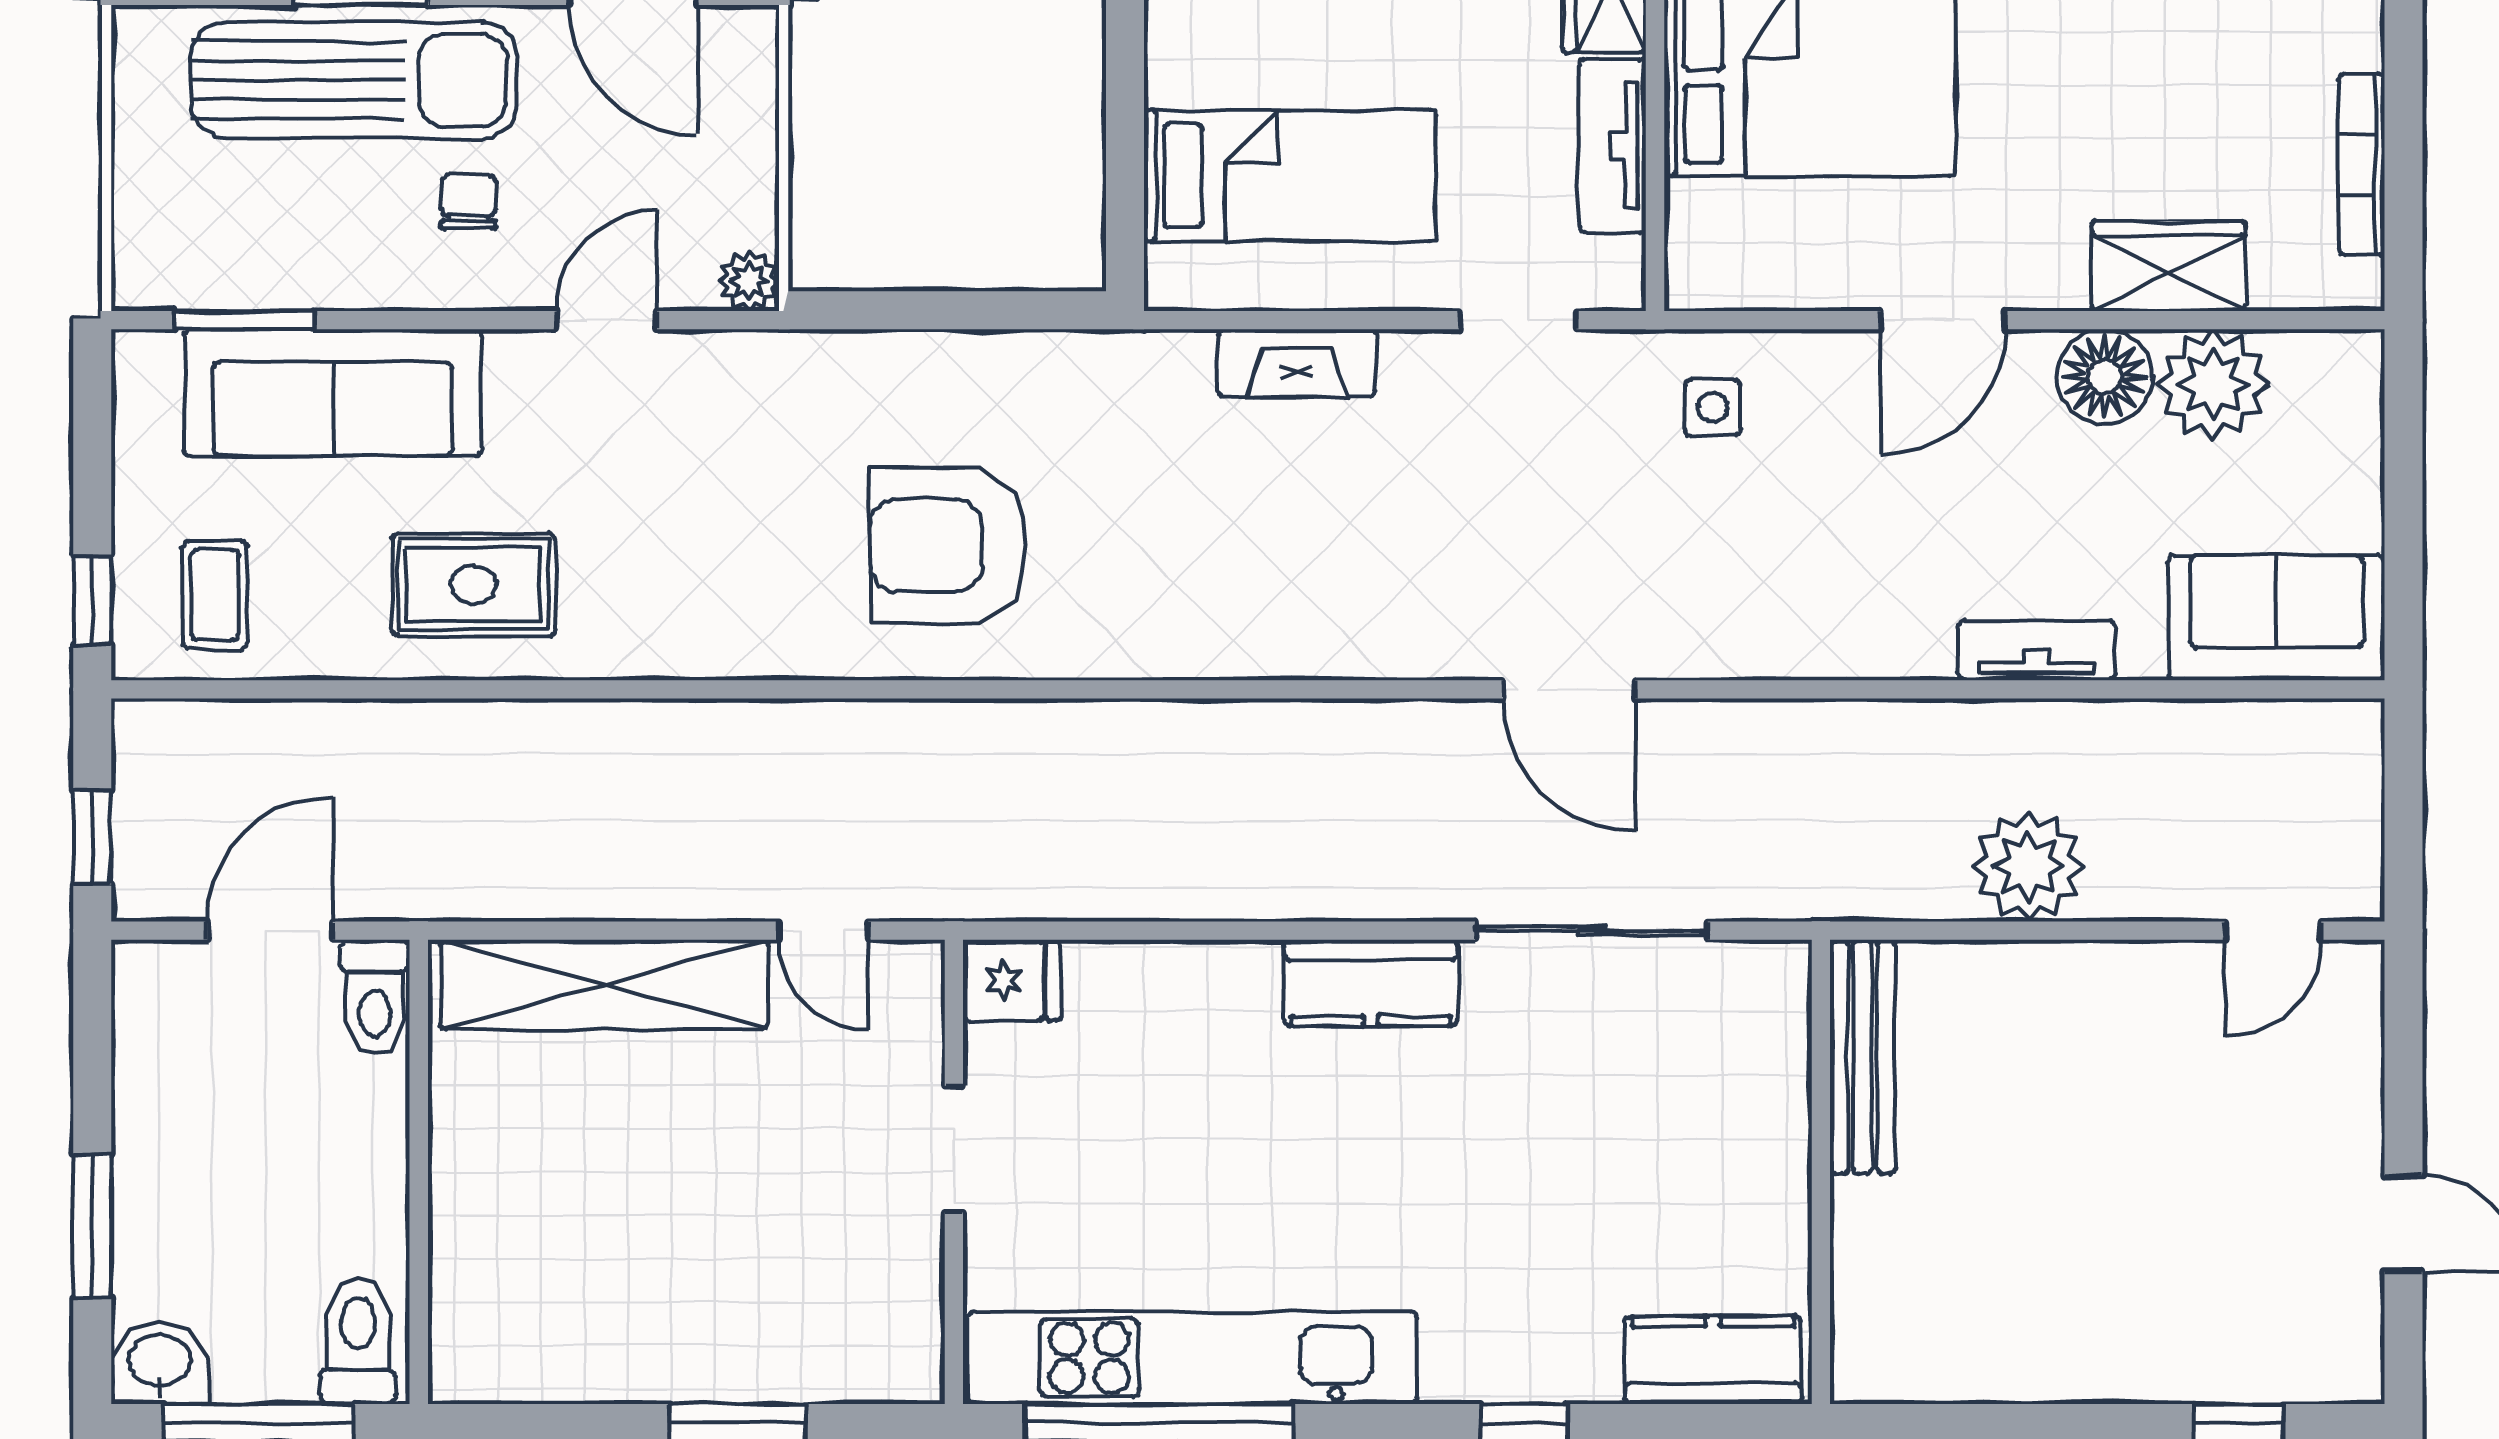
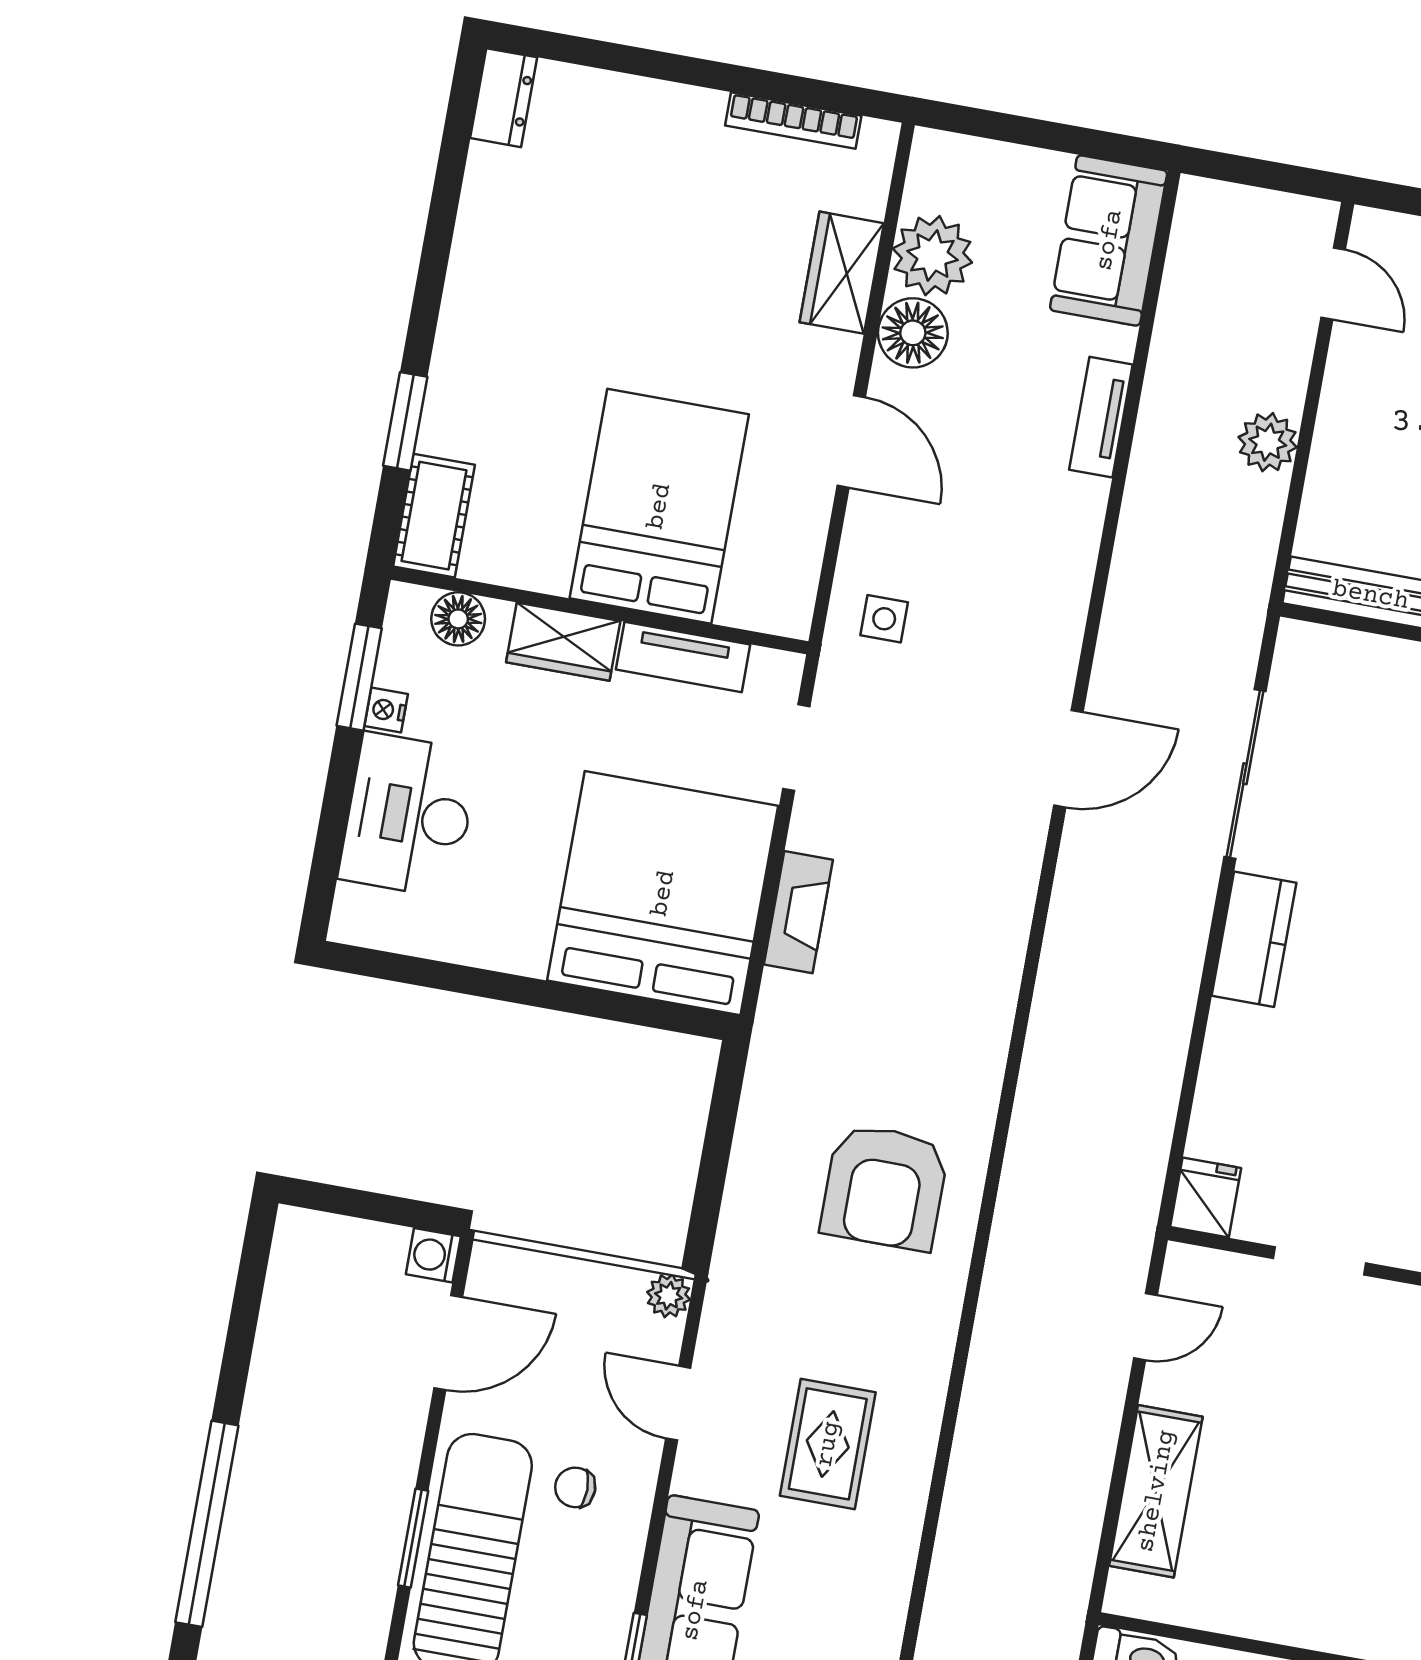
bed: (1290, 176) -> (663, 893), width x2.04
rug: (474, 585) -> (828, 1444), moved
plant: (2029, 866) -> (1268, 442), width x0.73, depth x0.73
shelving: (604, 984) -> (1156, 1491), width x0.68

